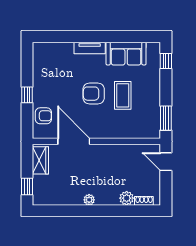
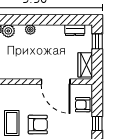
dresser: (52, 199) -> (75, 30), added
plant: (89, 200) -> (30, 30), moved

